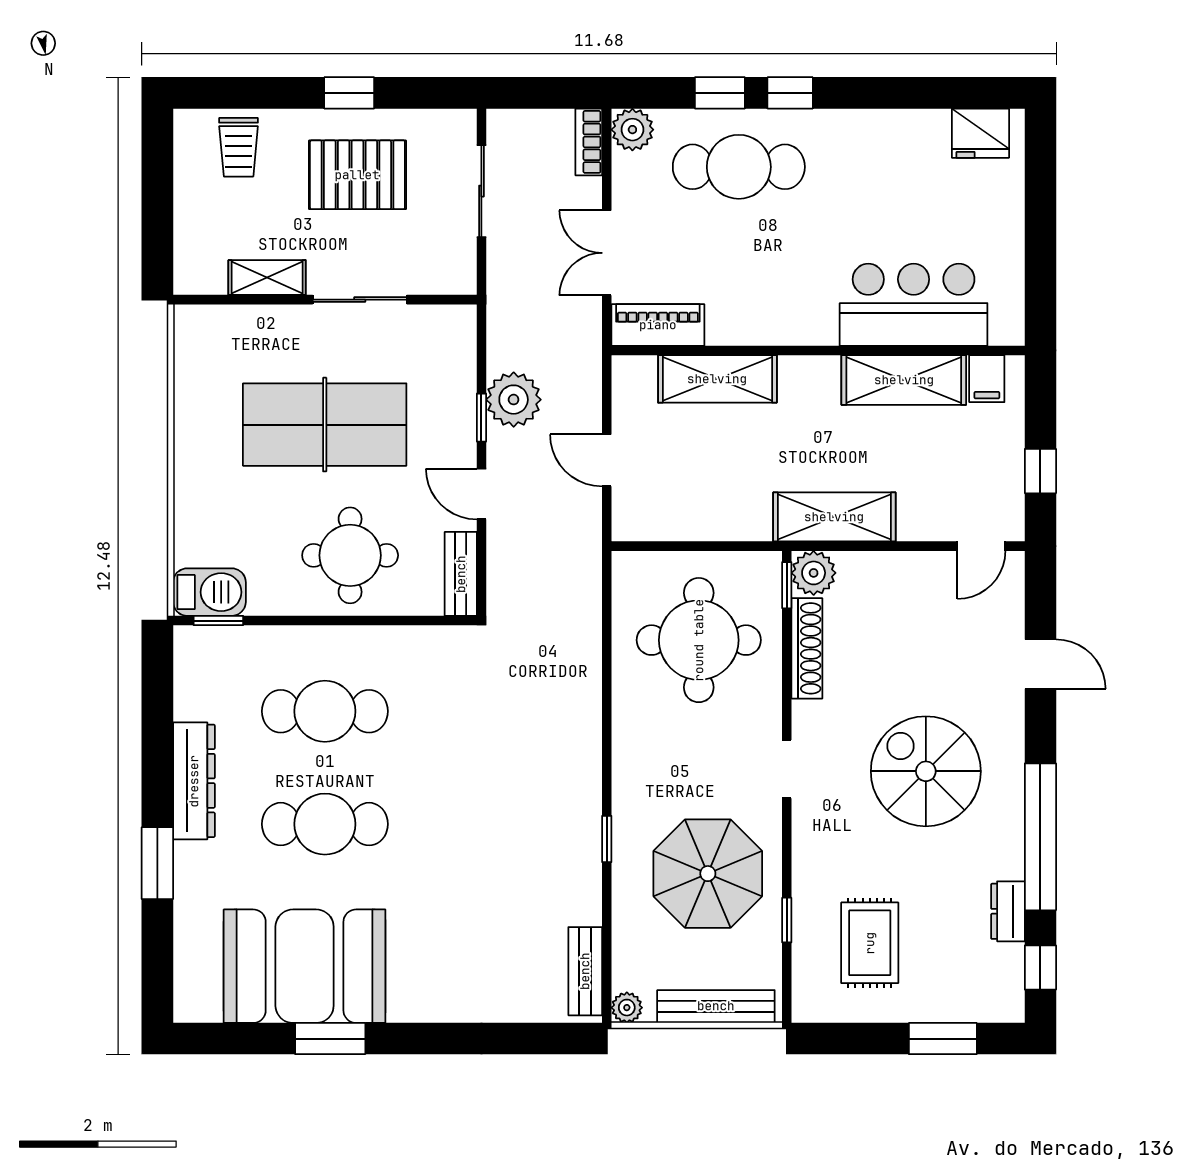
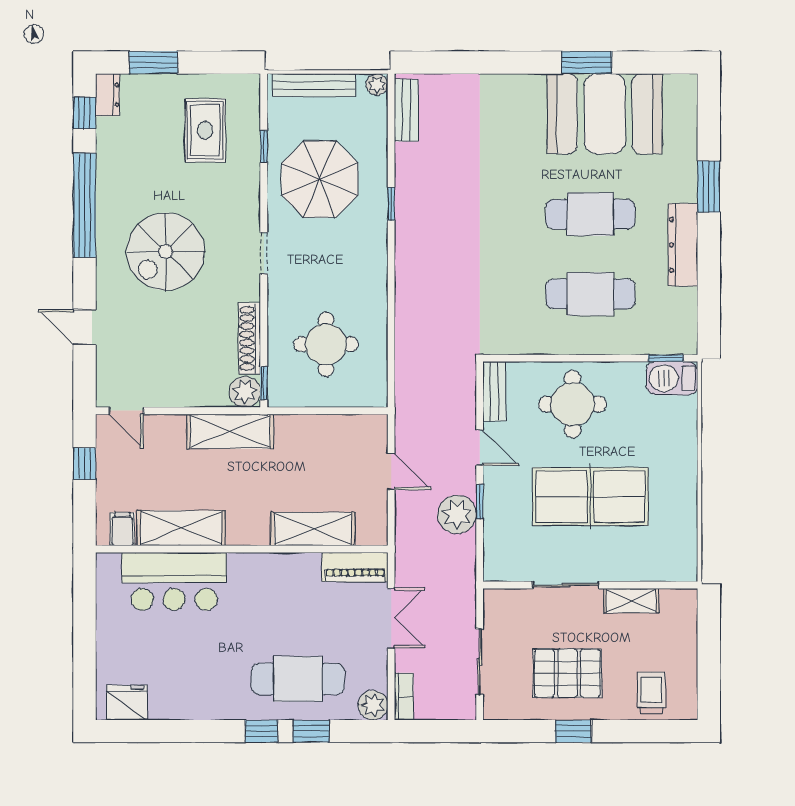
door: (981, 546) -> (126, 411), swing flipped
round table: (699, 640) -> (326, 344), width x0.73, depth x0.73
spiral stairs: (926, 771) -> (166, 252), turned 90
dresser: (1008, 911) -> (107, 95), moved

